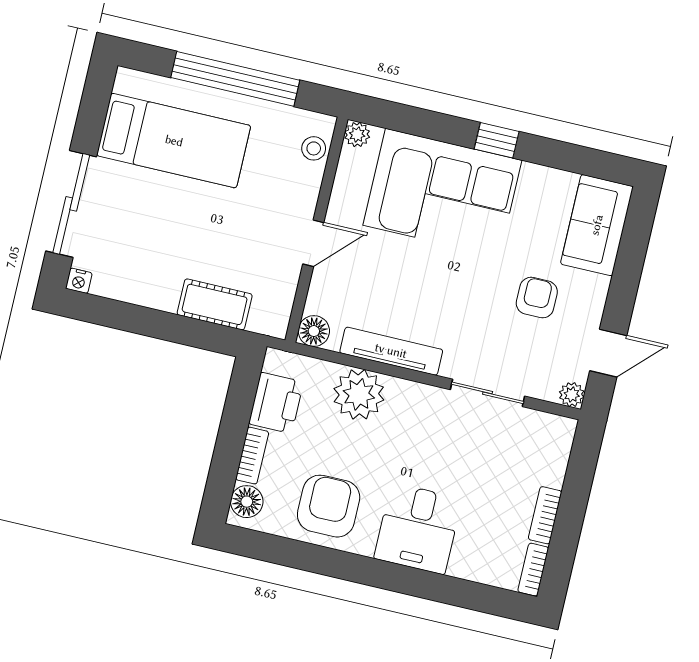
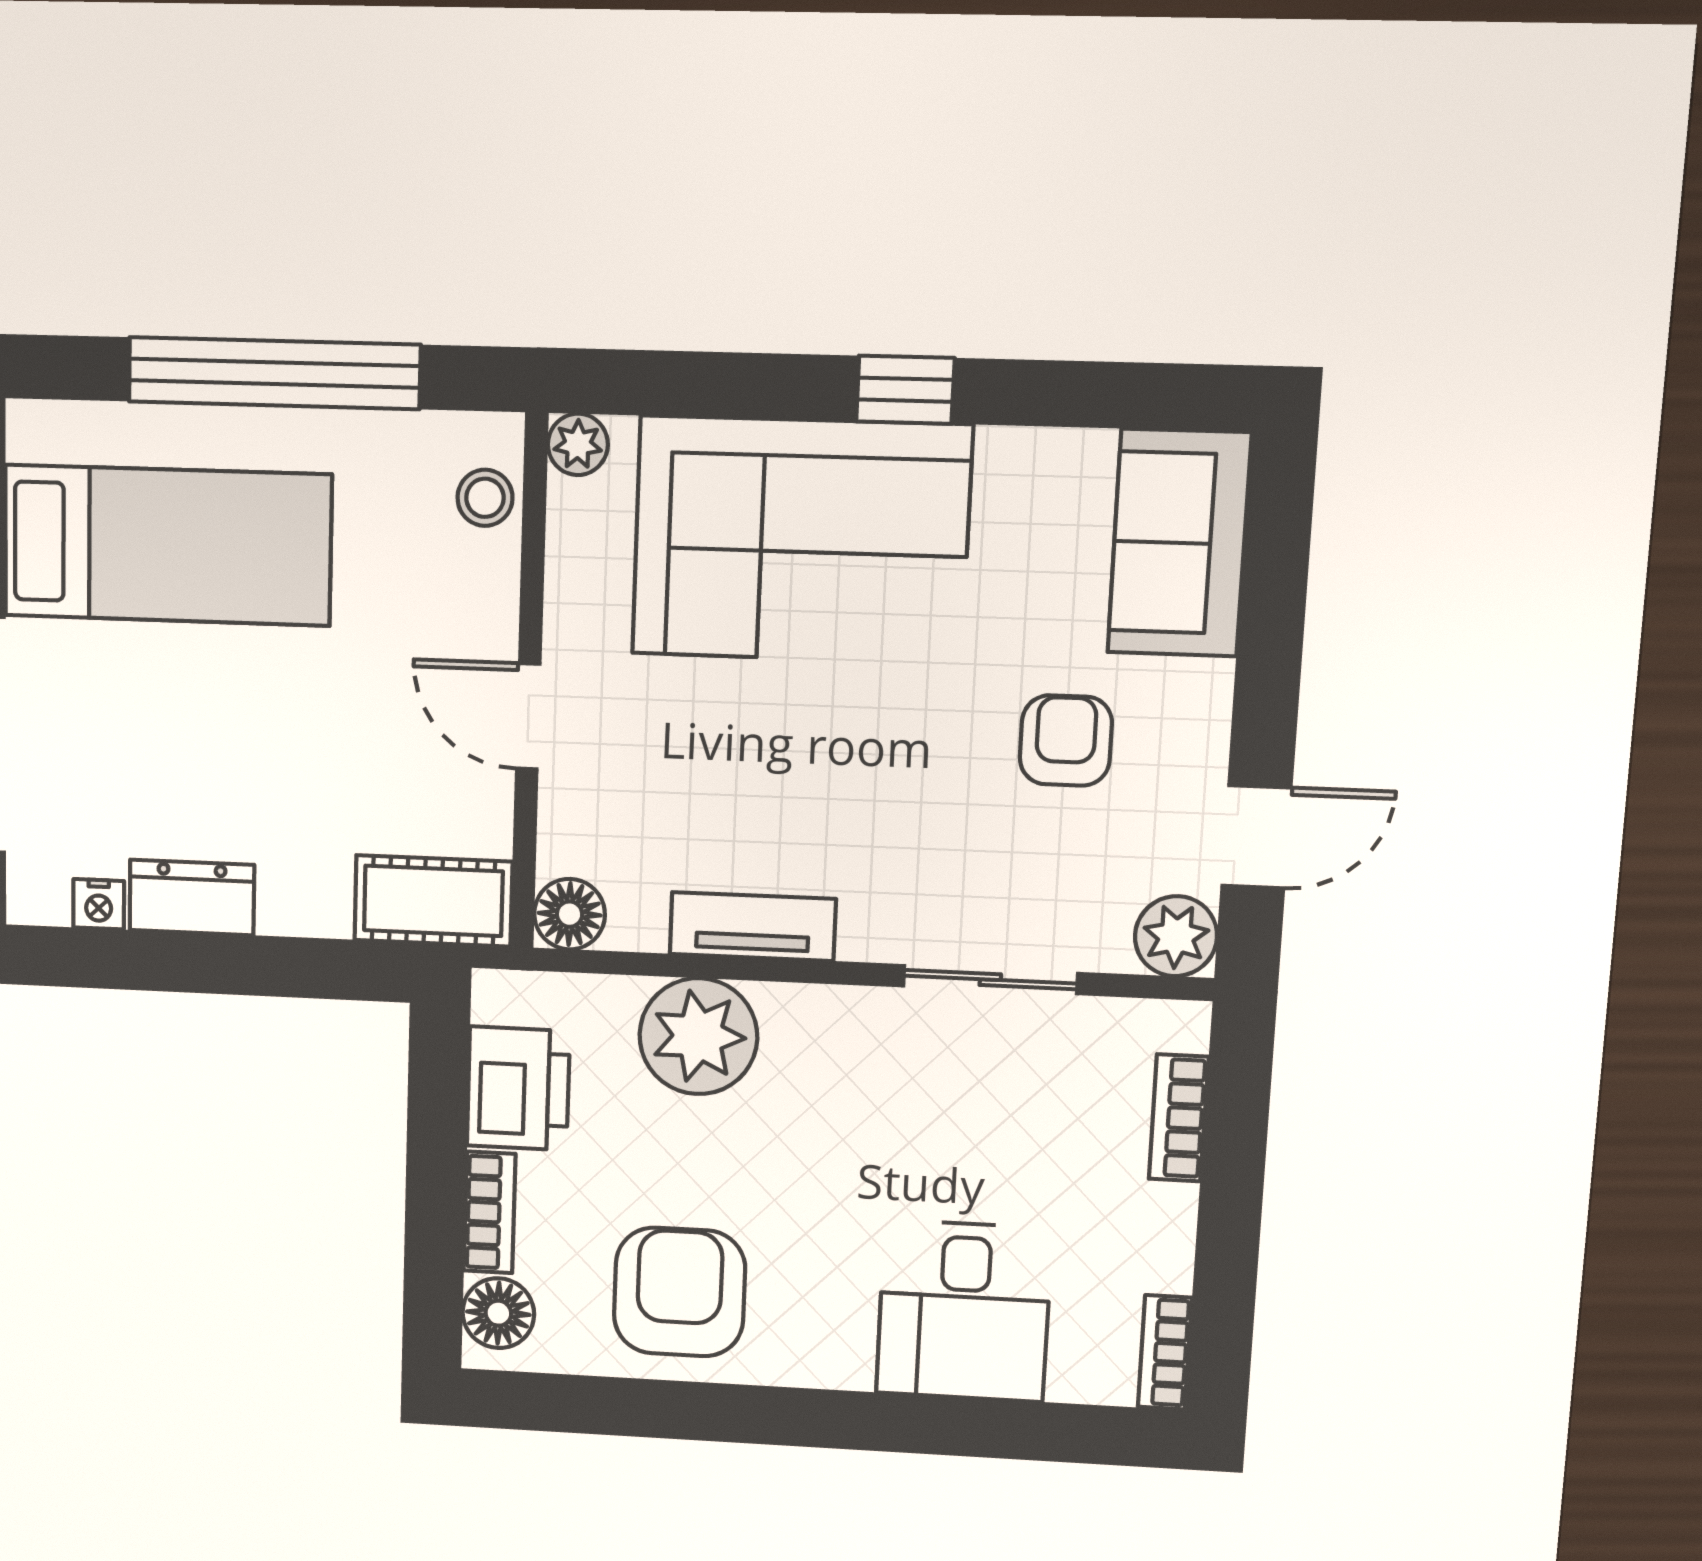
door: (313, 243) -> (528, 716), swing flipped
nightstand: (79, 281) -> (99, 904), moved
dresser: (151, 293) -> (192, 897), added
cot: (215, 304) -> (433, 901), moved
tv unit: (391, 351) -> (753, 926), width x0.71
plant: (572, 395) -> (1176, 936), width x1.38, depth x1.38
bookcase: (545, 515) -> (1179, 1118), moved
desk: (418, 529) -> (964, 1311), moved

